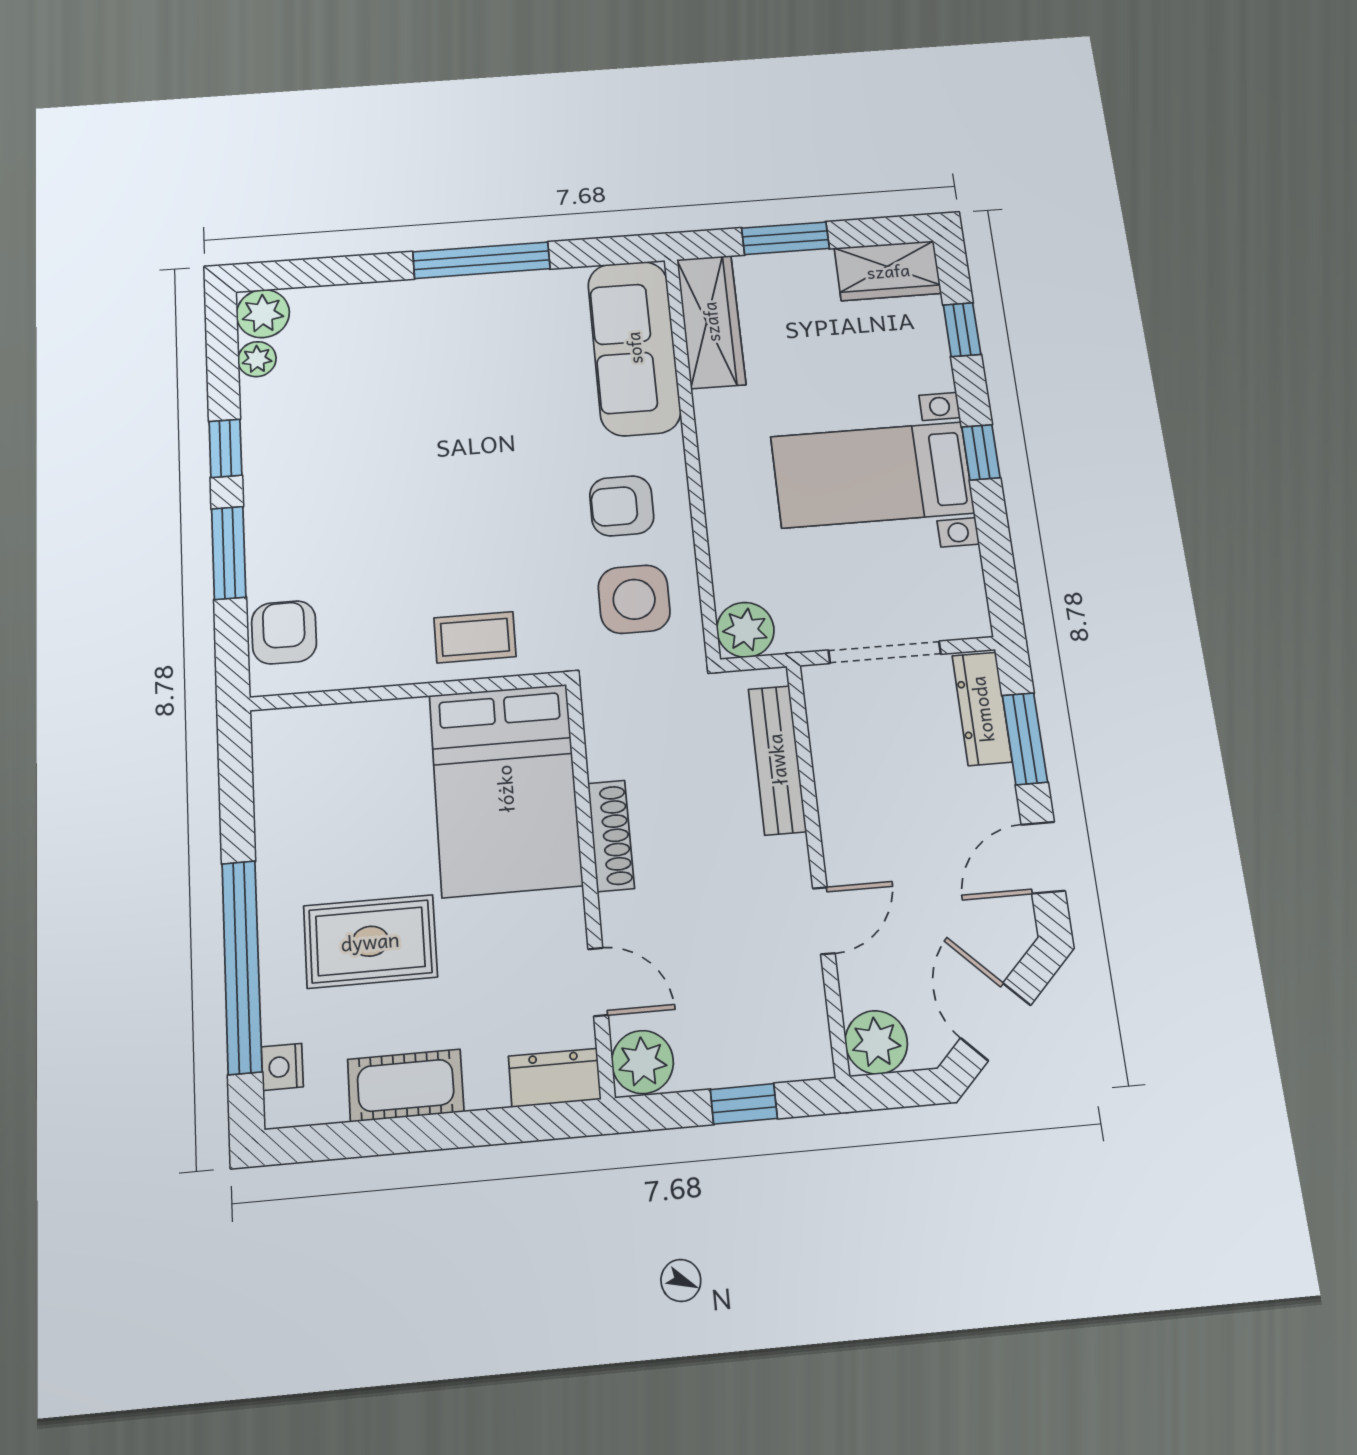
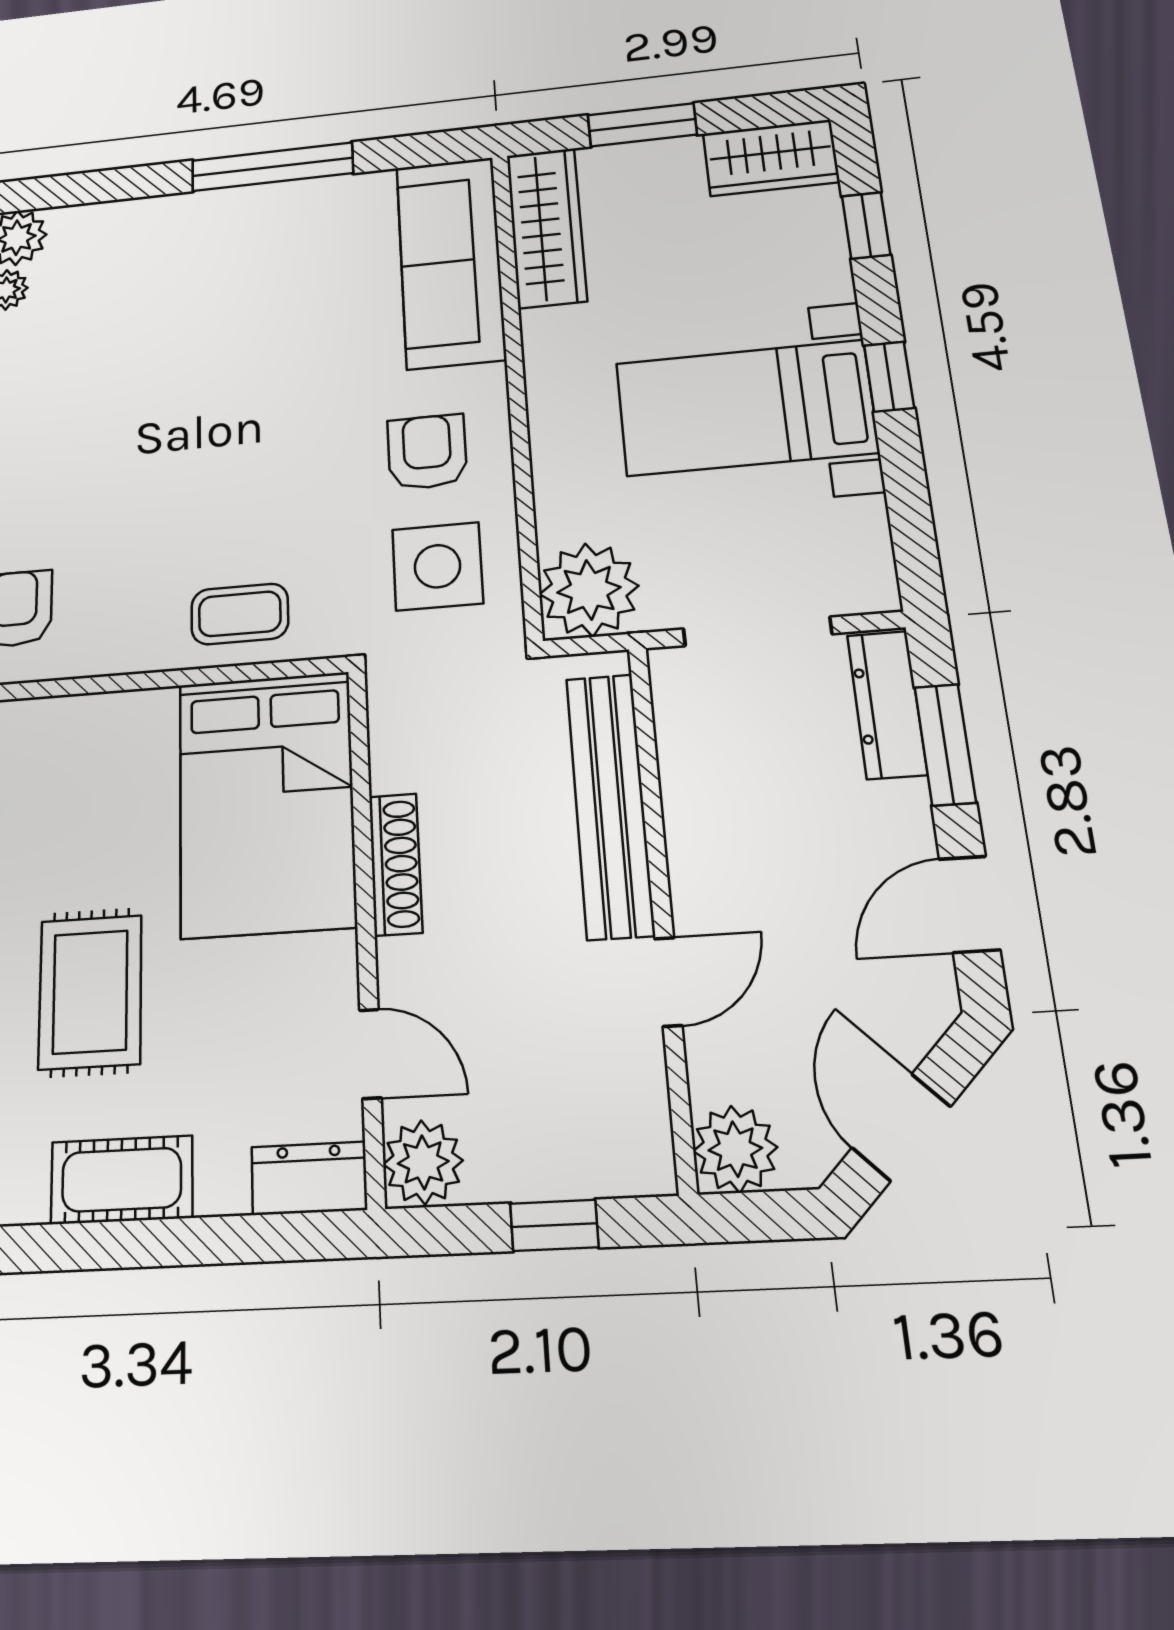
armchair: (622, 506) -> (427, 452), turned 90
plant: (745, 630) -> (589, 590), width x1.36, depth x1.36
bench: (777, 760) -> (610, 805), width x1.37, depth x1.21
rug: (370, 941) -> (90, 992), turned 90

